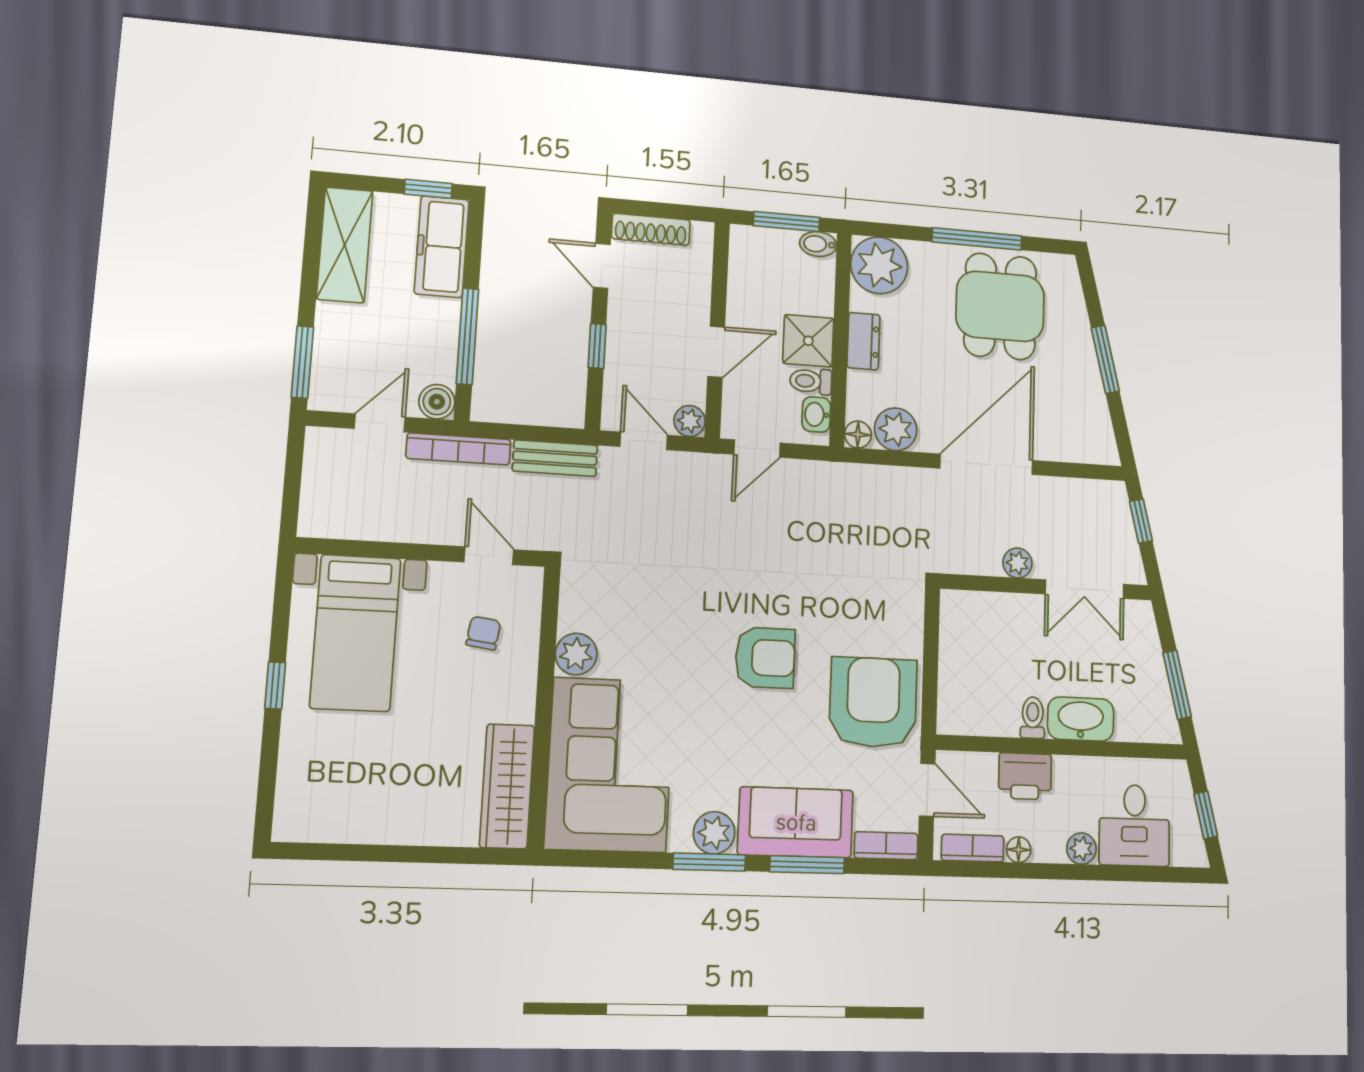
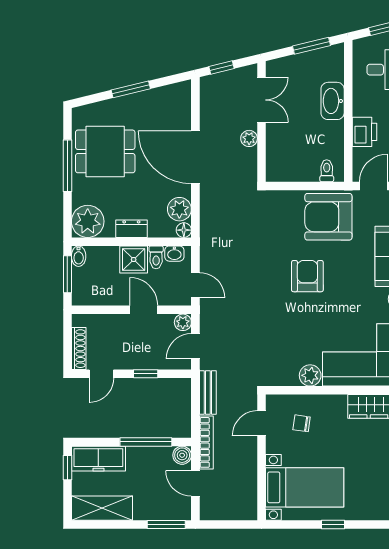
toilet: (1033, 718) -> (327, 171), moved, turned 90

